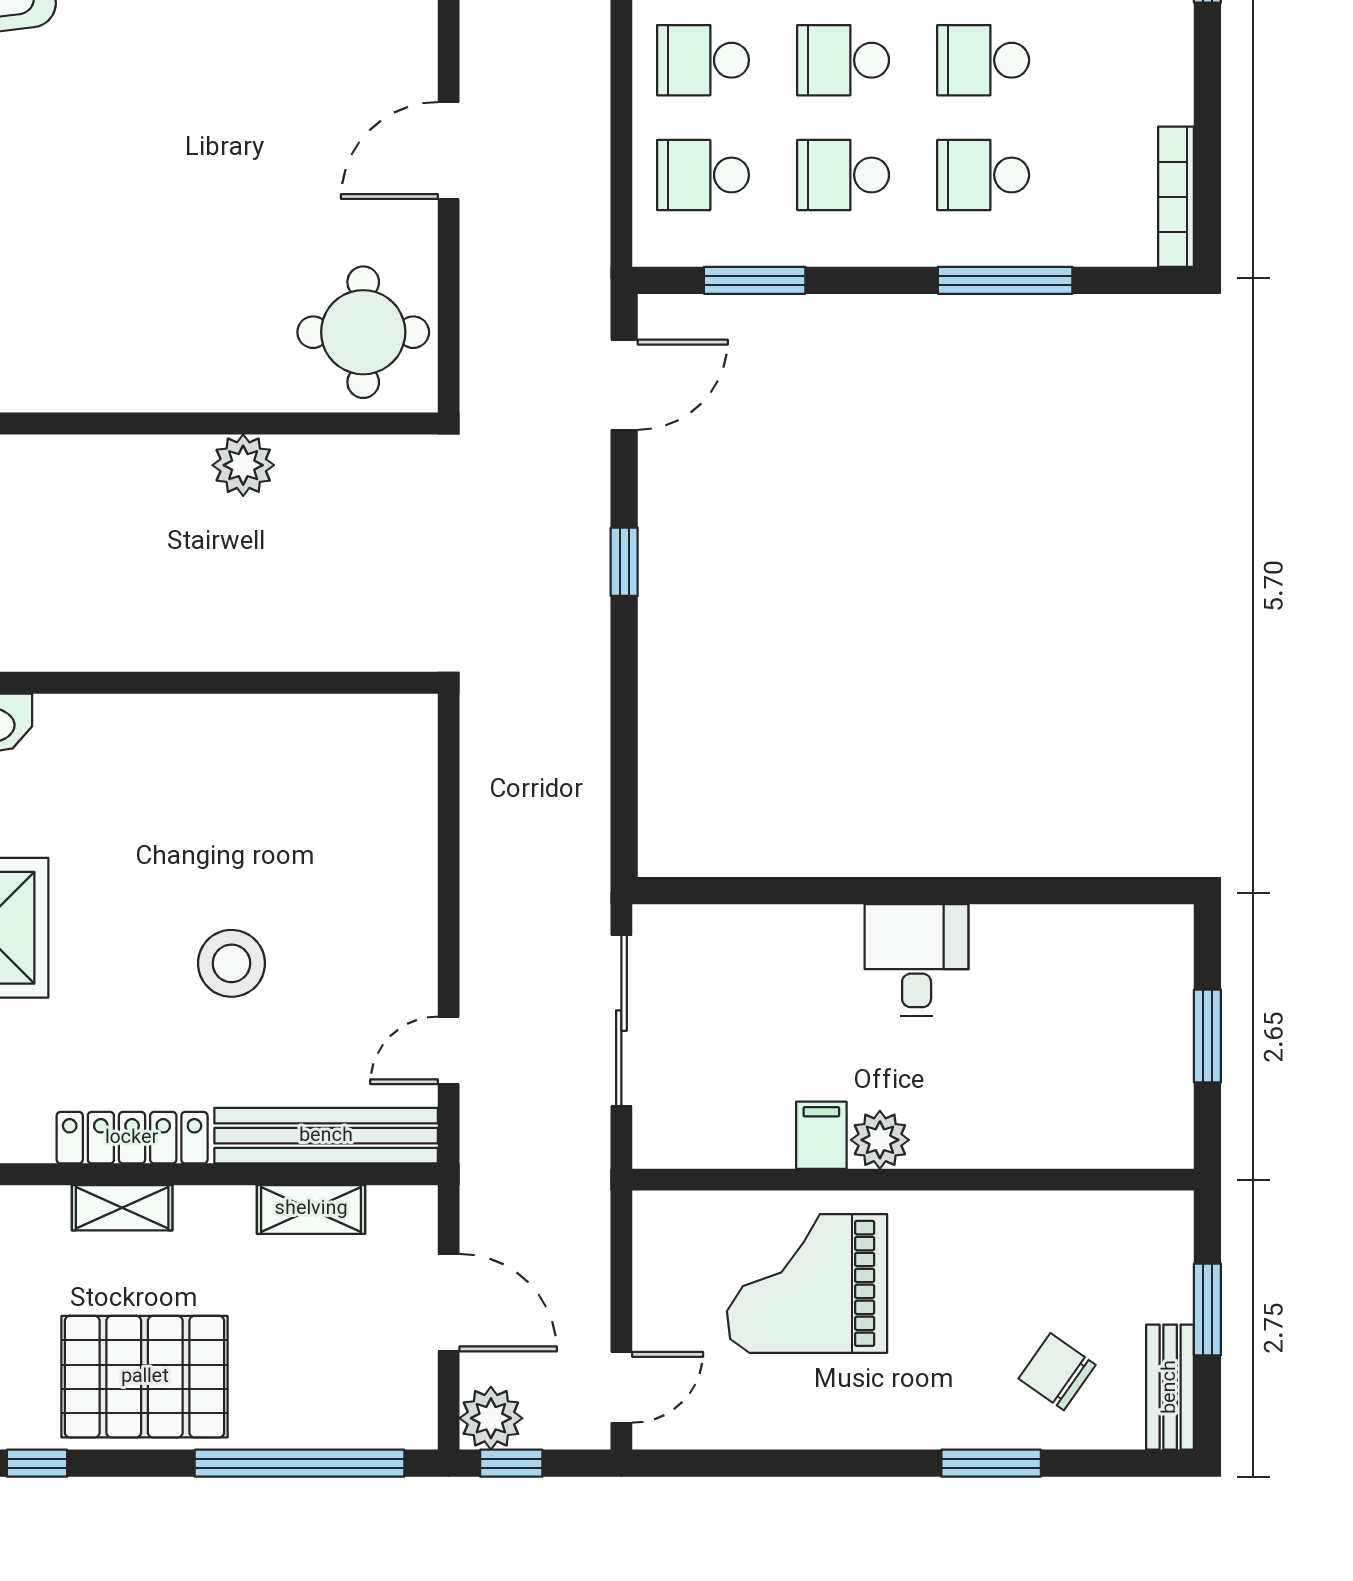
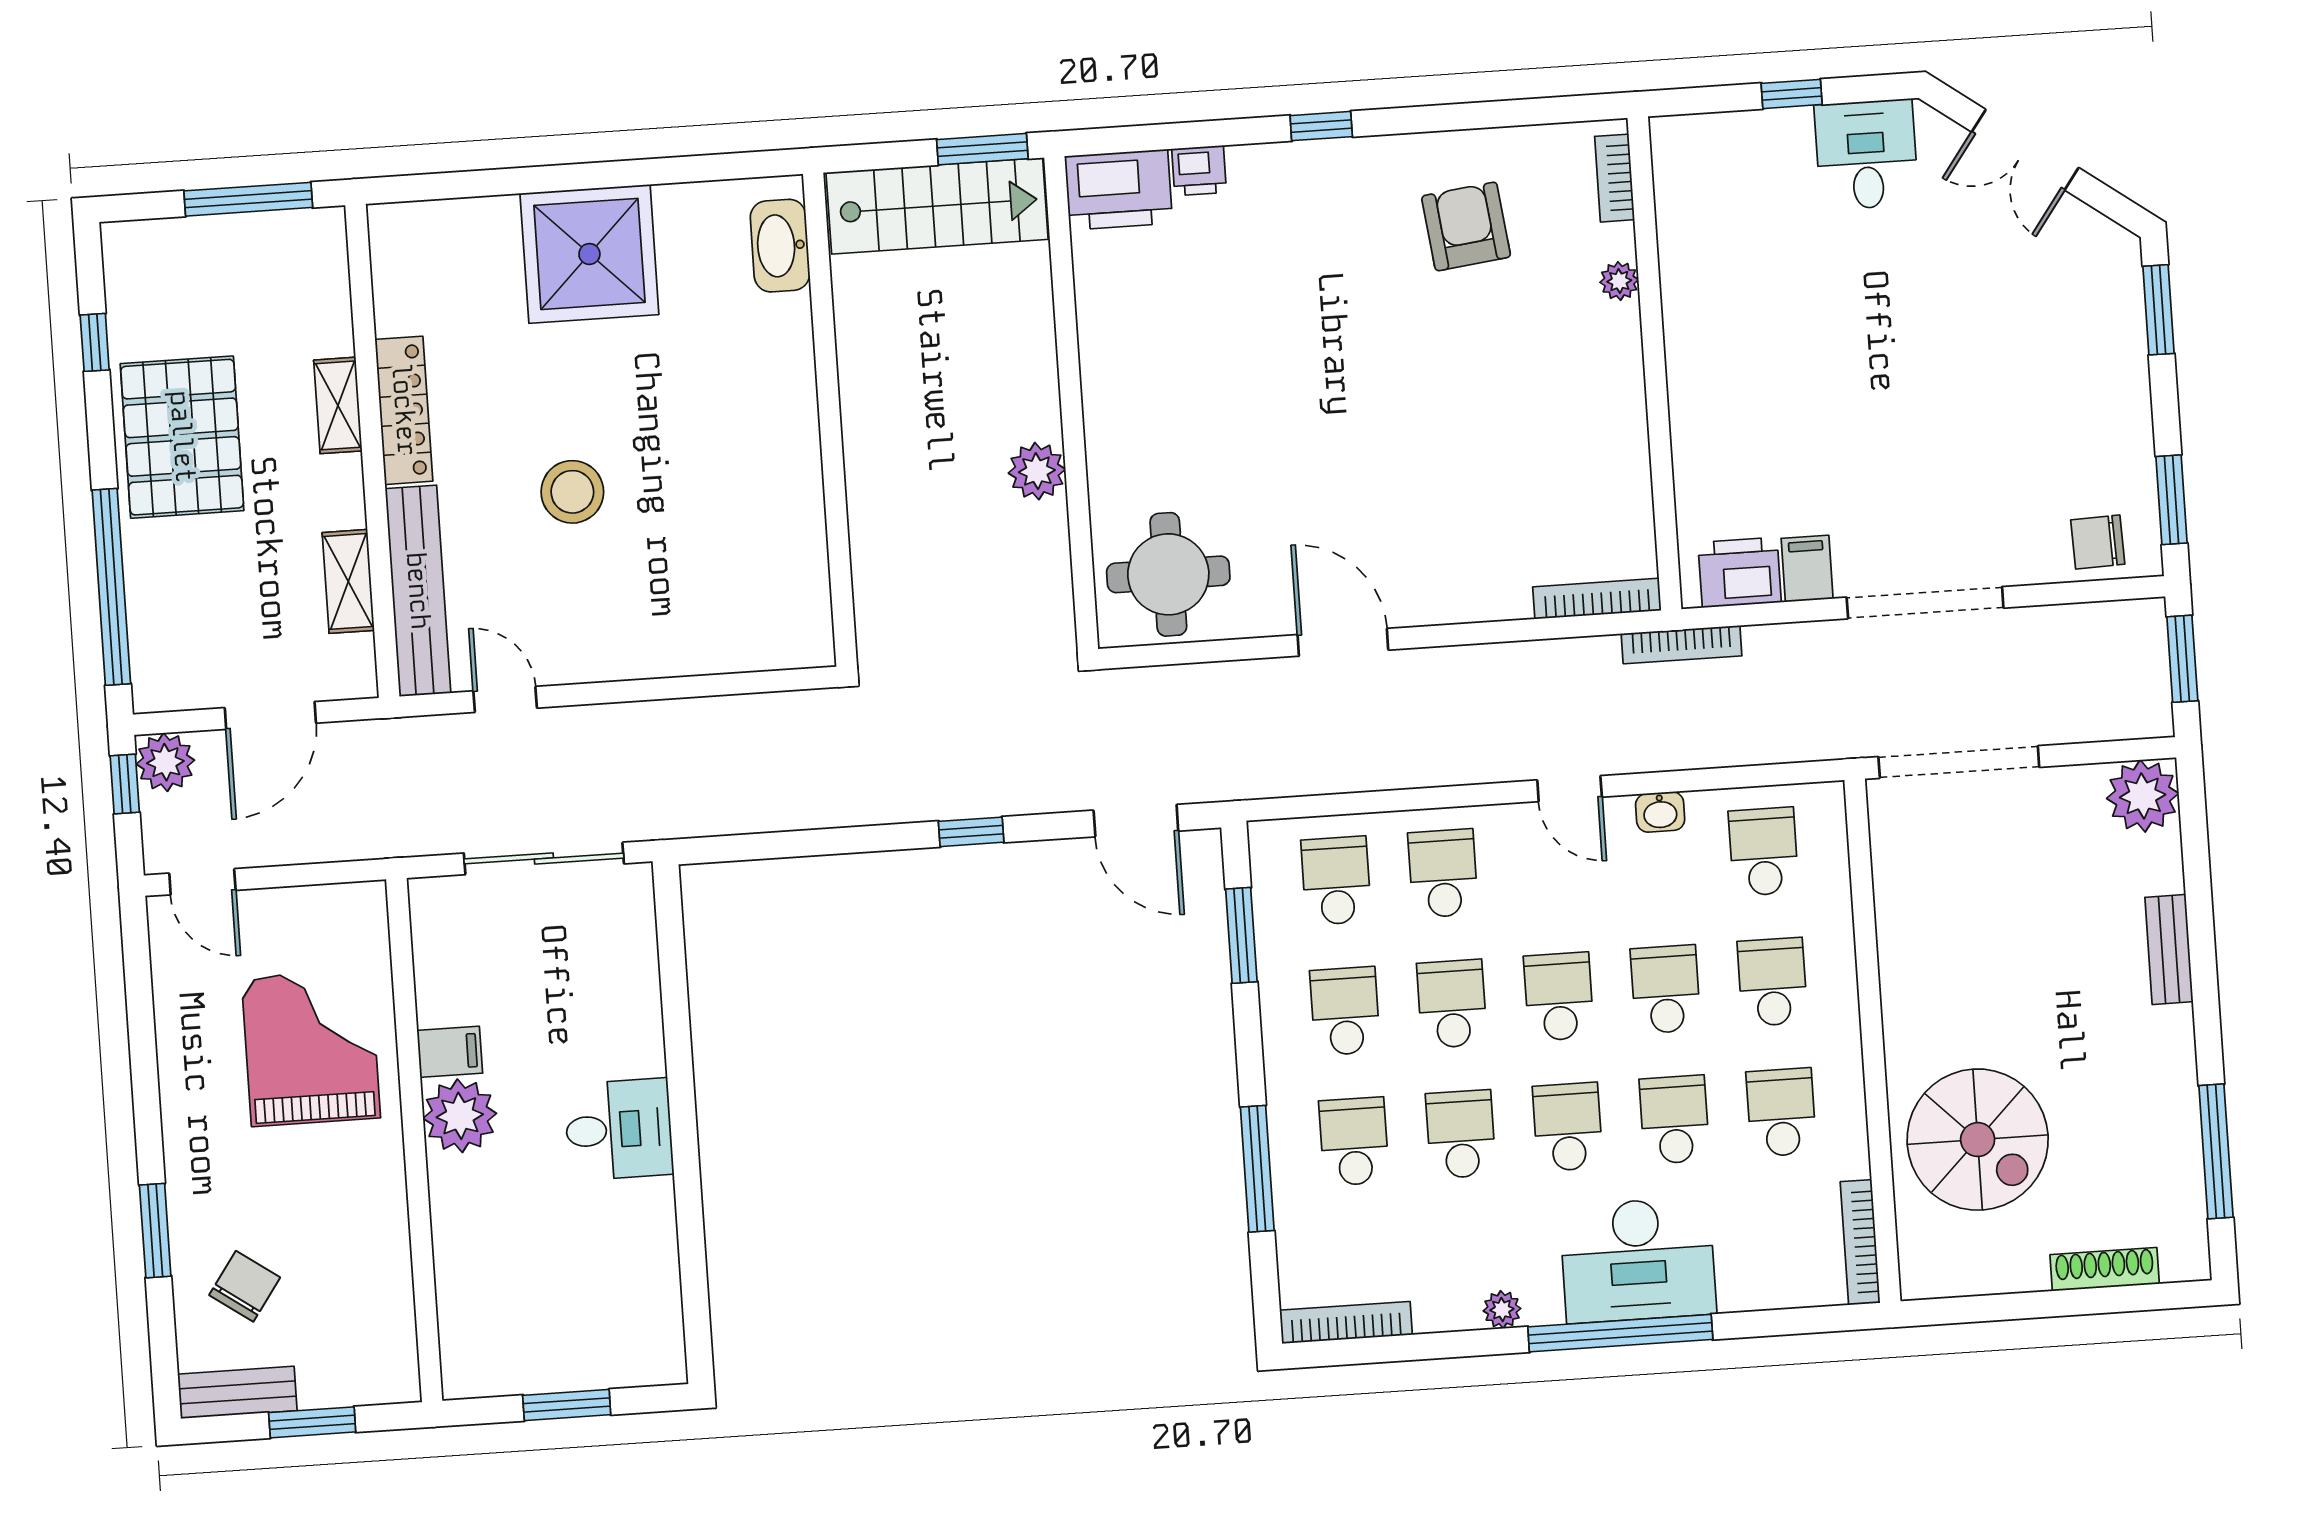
plant: (1174, 29) -> (1502, 1310), added
plant: (880, 1140) -> (460, 1116), width x1.36, depth x1.36

